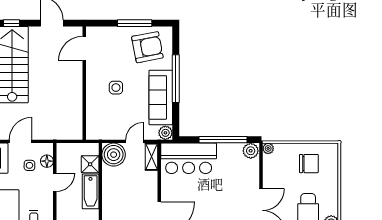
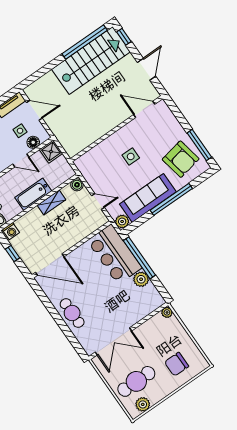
window: (135, 23) -> (199, 145), moved
window: (223, 140) -> (139, 258), moved
plant: (251, 151) -> (141, 279), moved
boiler: (114, 155) -> (77, 185), width x0.54, depth x0.54
shelving: (152, 157) -> (51, 202), moved
shower: (90, 164) -> (51, 152), moved
chair: (309, 164) -> (177, 364), moved, turned 90

